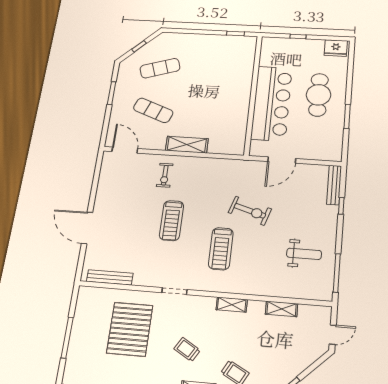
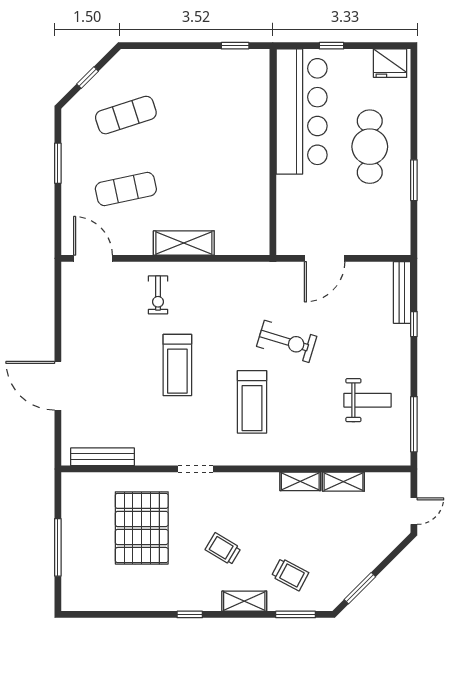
bar counter: (272, 103) -> (302, 112), moved
exercise mat: (153, 110) -> (126, 189), turned -33
shelving: (232, 305) -> (300, 481), moved

